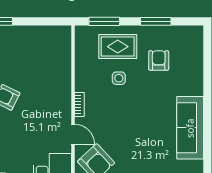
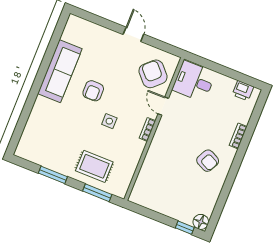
armchair: (159, 60) -> (93, 91), moved
side table: (119, 78) -> (109, 121), moved

